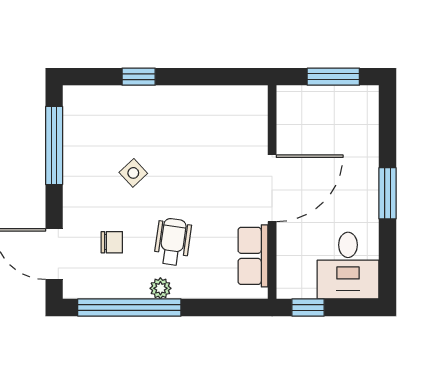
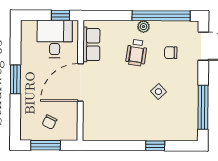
chair: (327, 118) -> (49, 122), added
desk: (348, 266) -> (55, 39), moved

